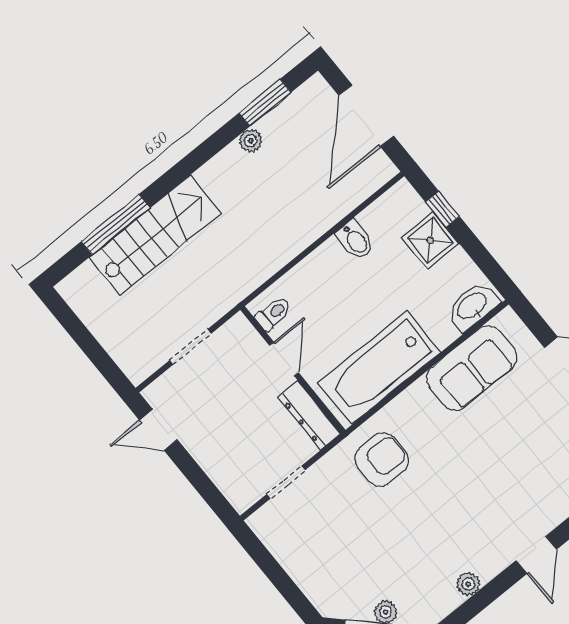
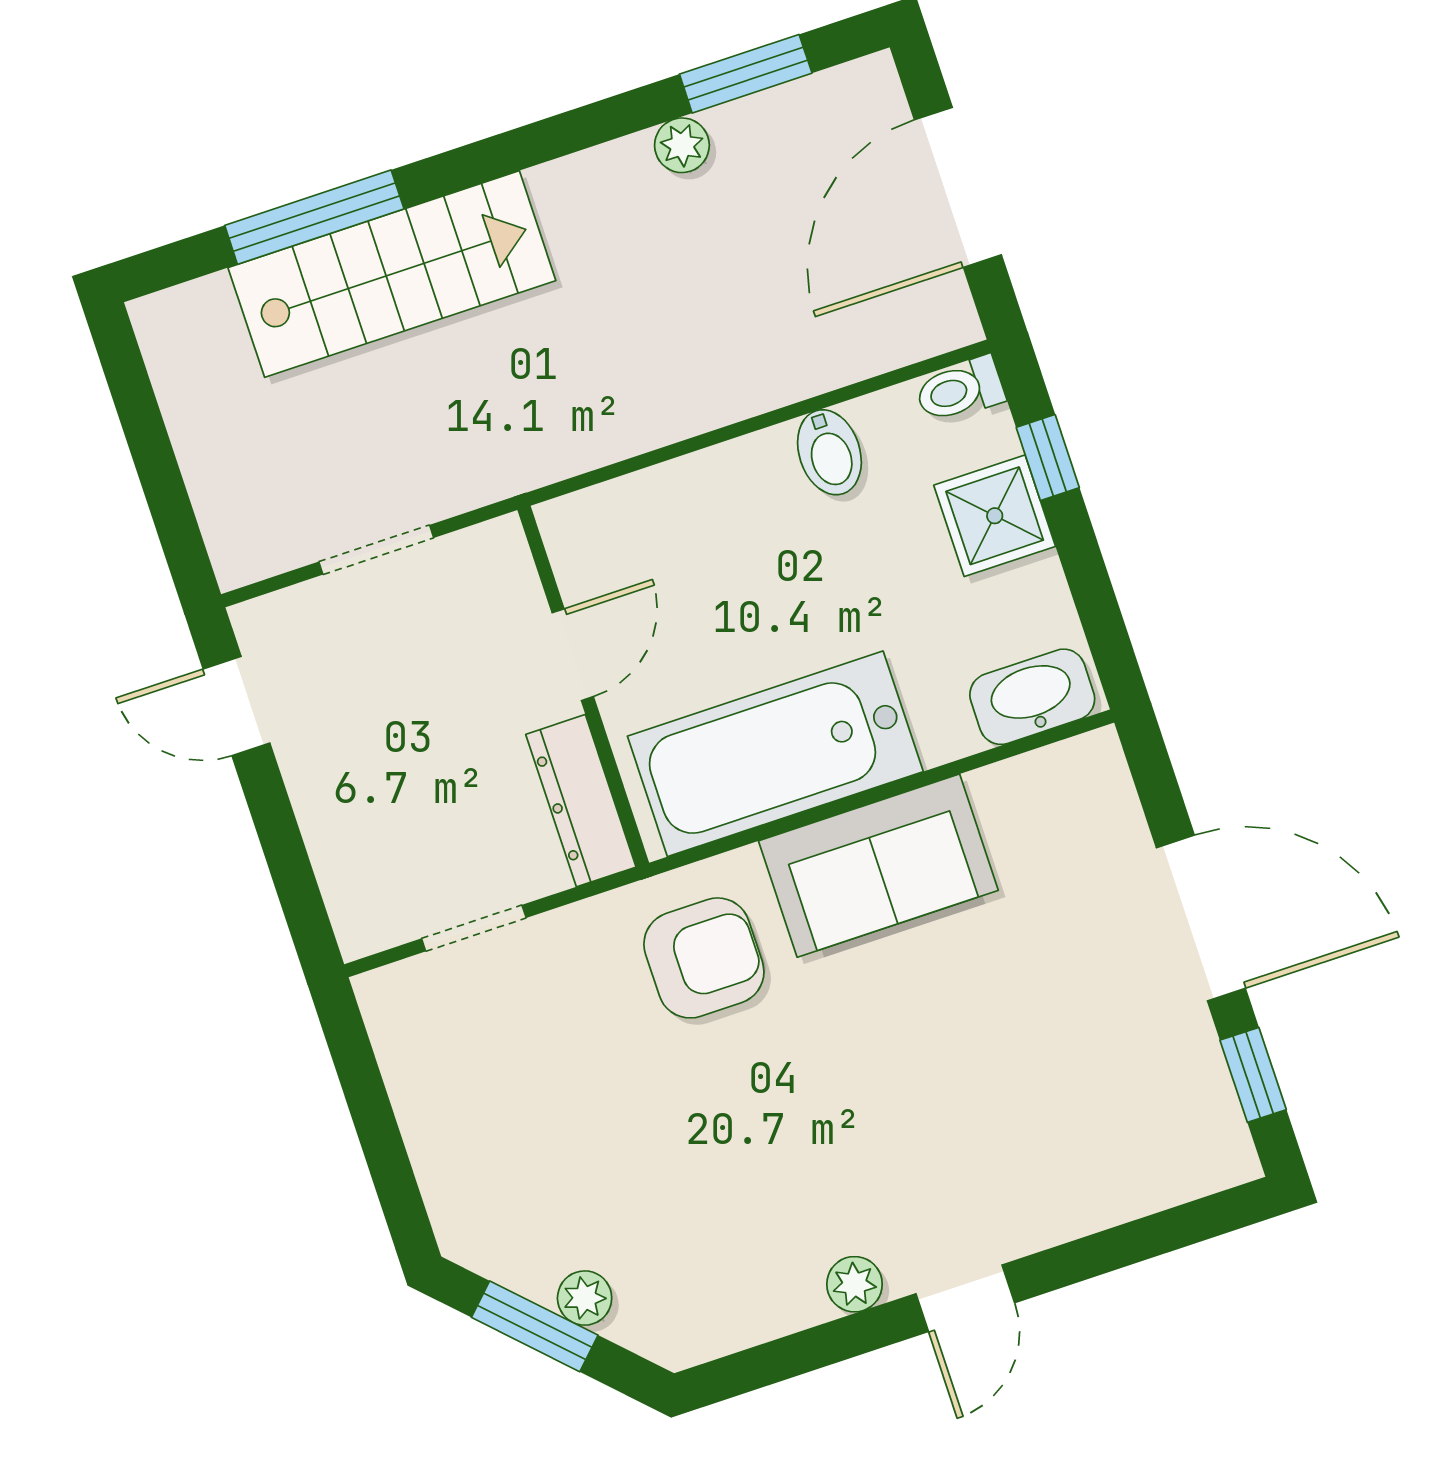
toilet: (273, 314) -> (960, 390), moved, turned 180
sofa: (472, 368) -> (878, 866), moved
plant: (468, 584) -> (854, 1284), moved

